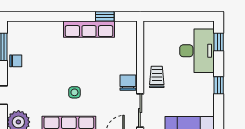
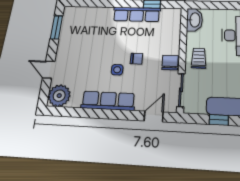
washbasin: (151, 34) -> (194, 20), added
chair: (16, 61) -> (136, 59), moved

